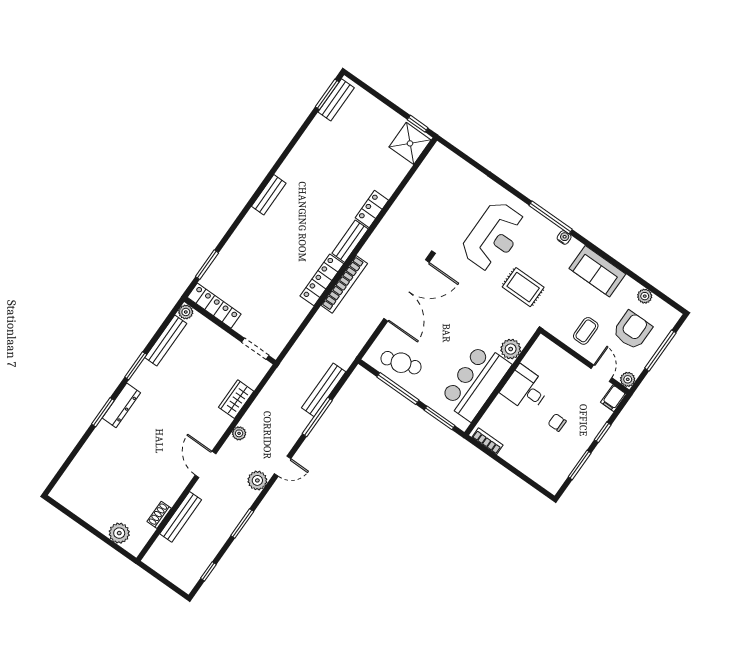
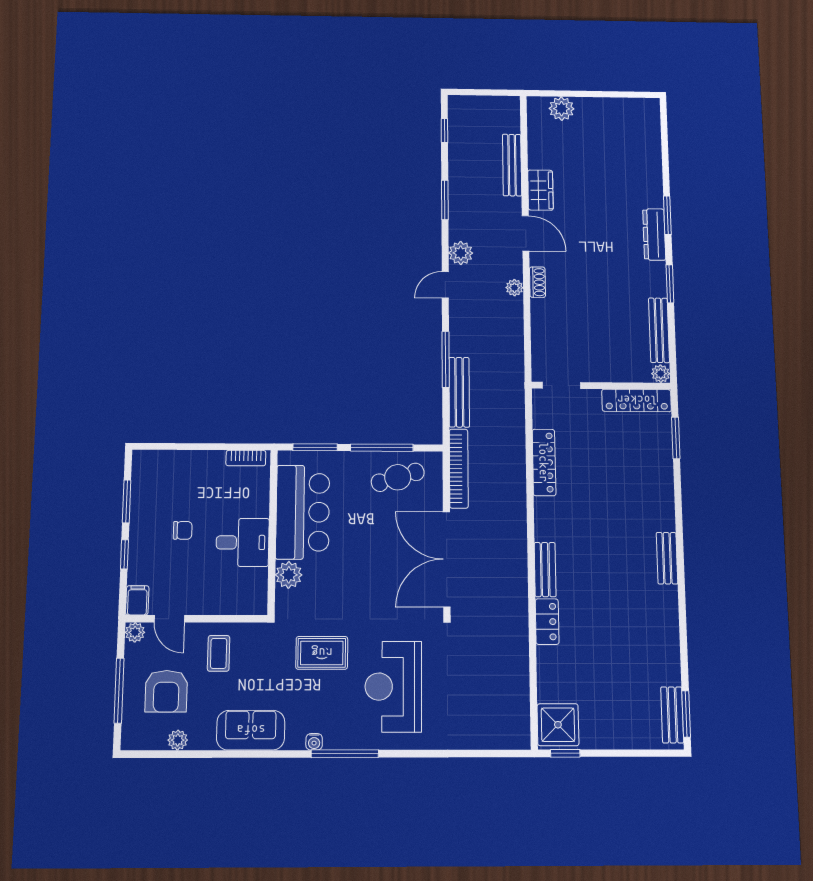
locker: (322, 280) -> (544, 462), moved
bookcase: (344, 284) -> (459, 468), moved, turned 180
wardrobe: (236, 399) -> (540, 190), moved
shoe rack: (159, 515) -> (537, 282), moved

